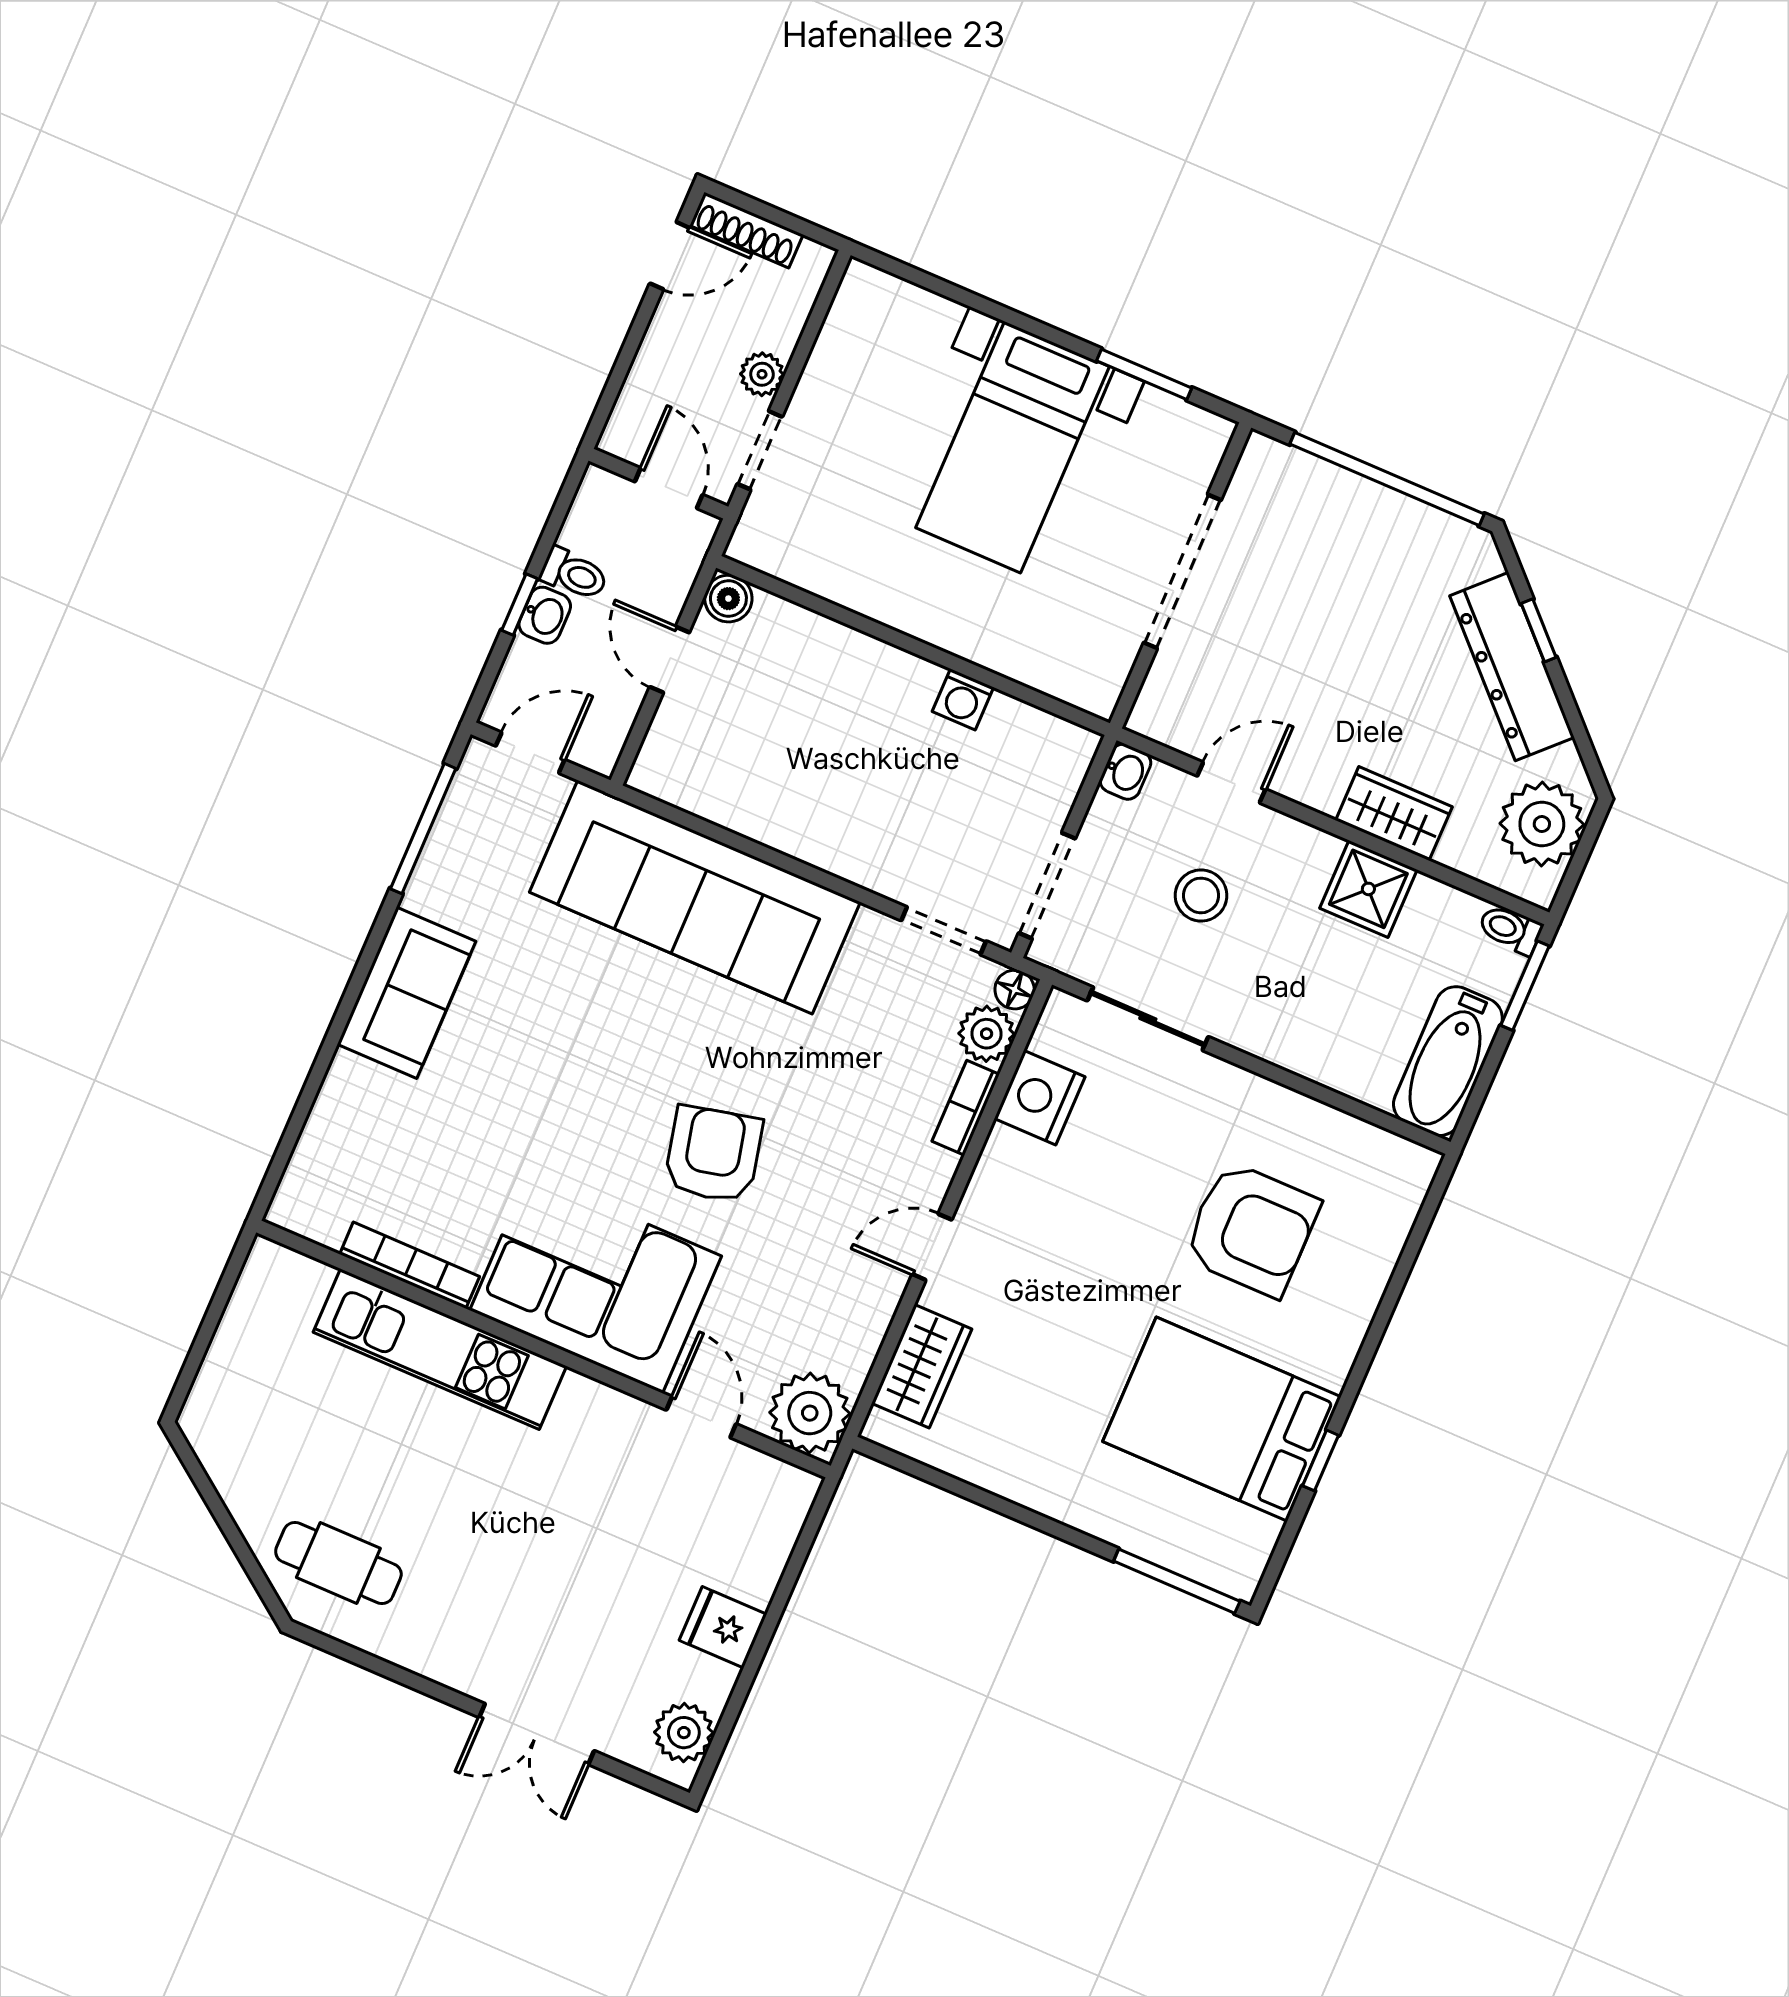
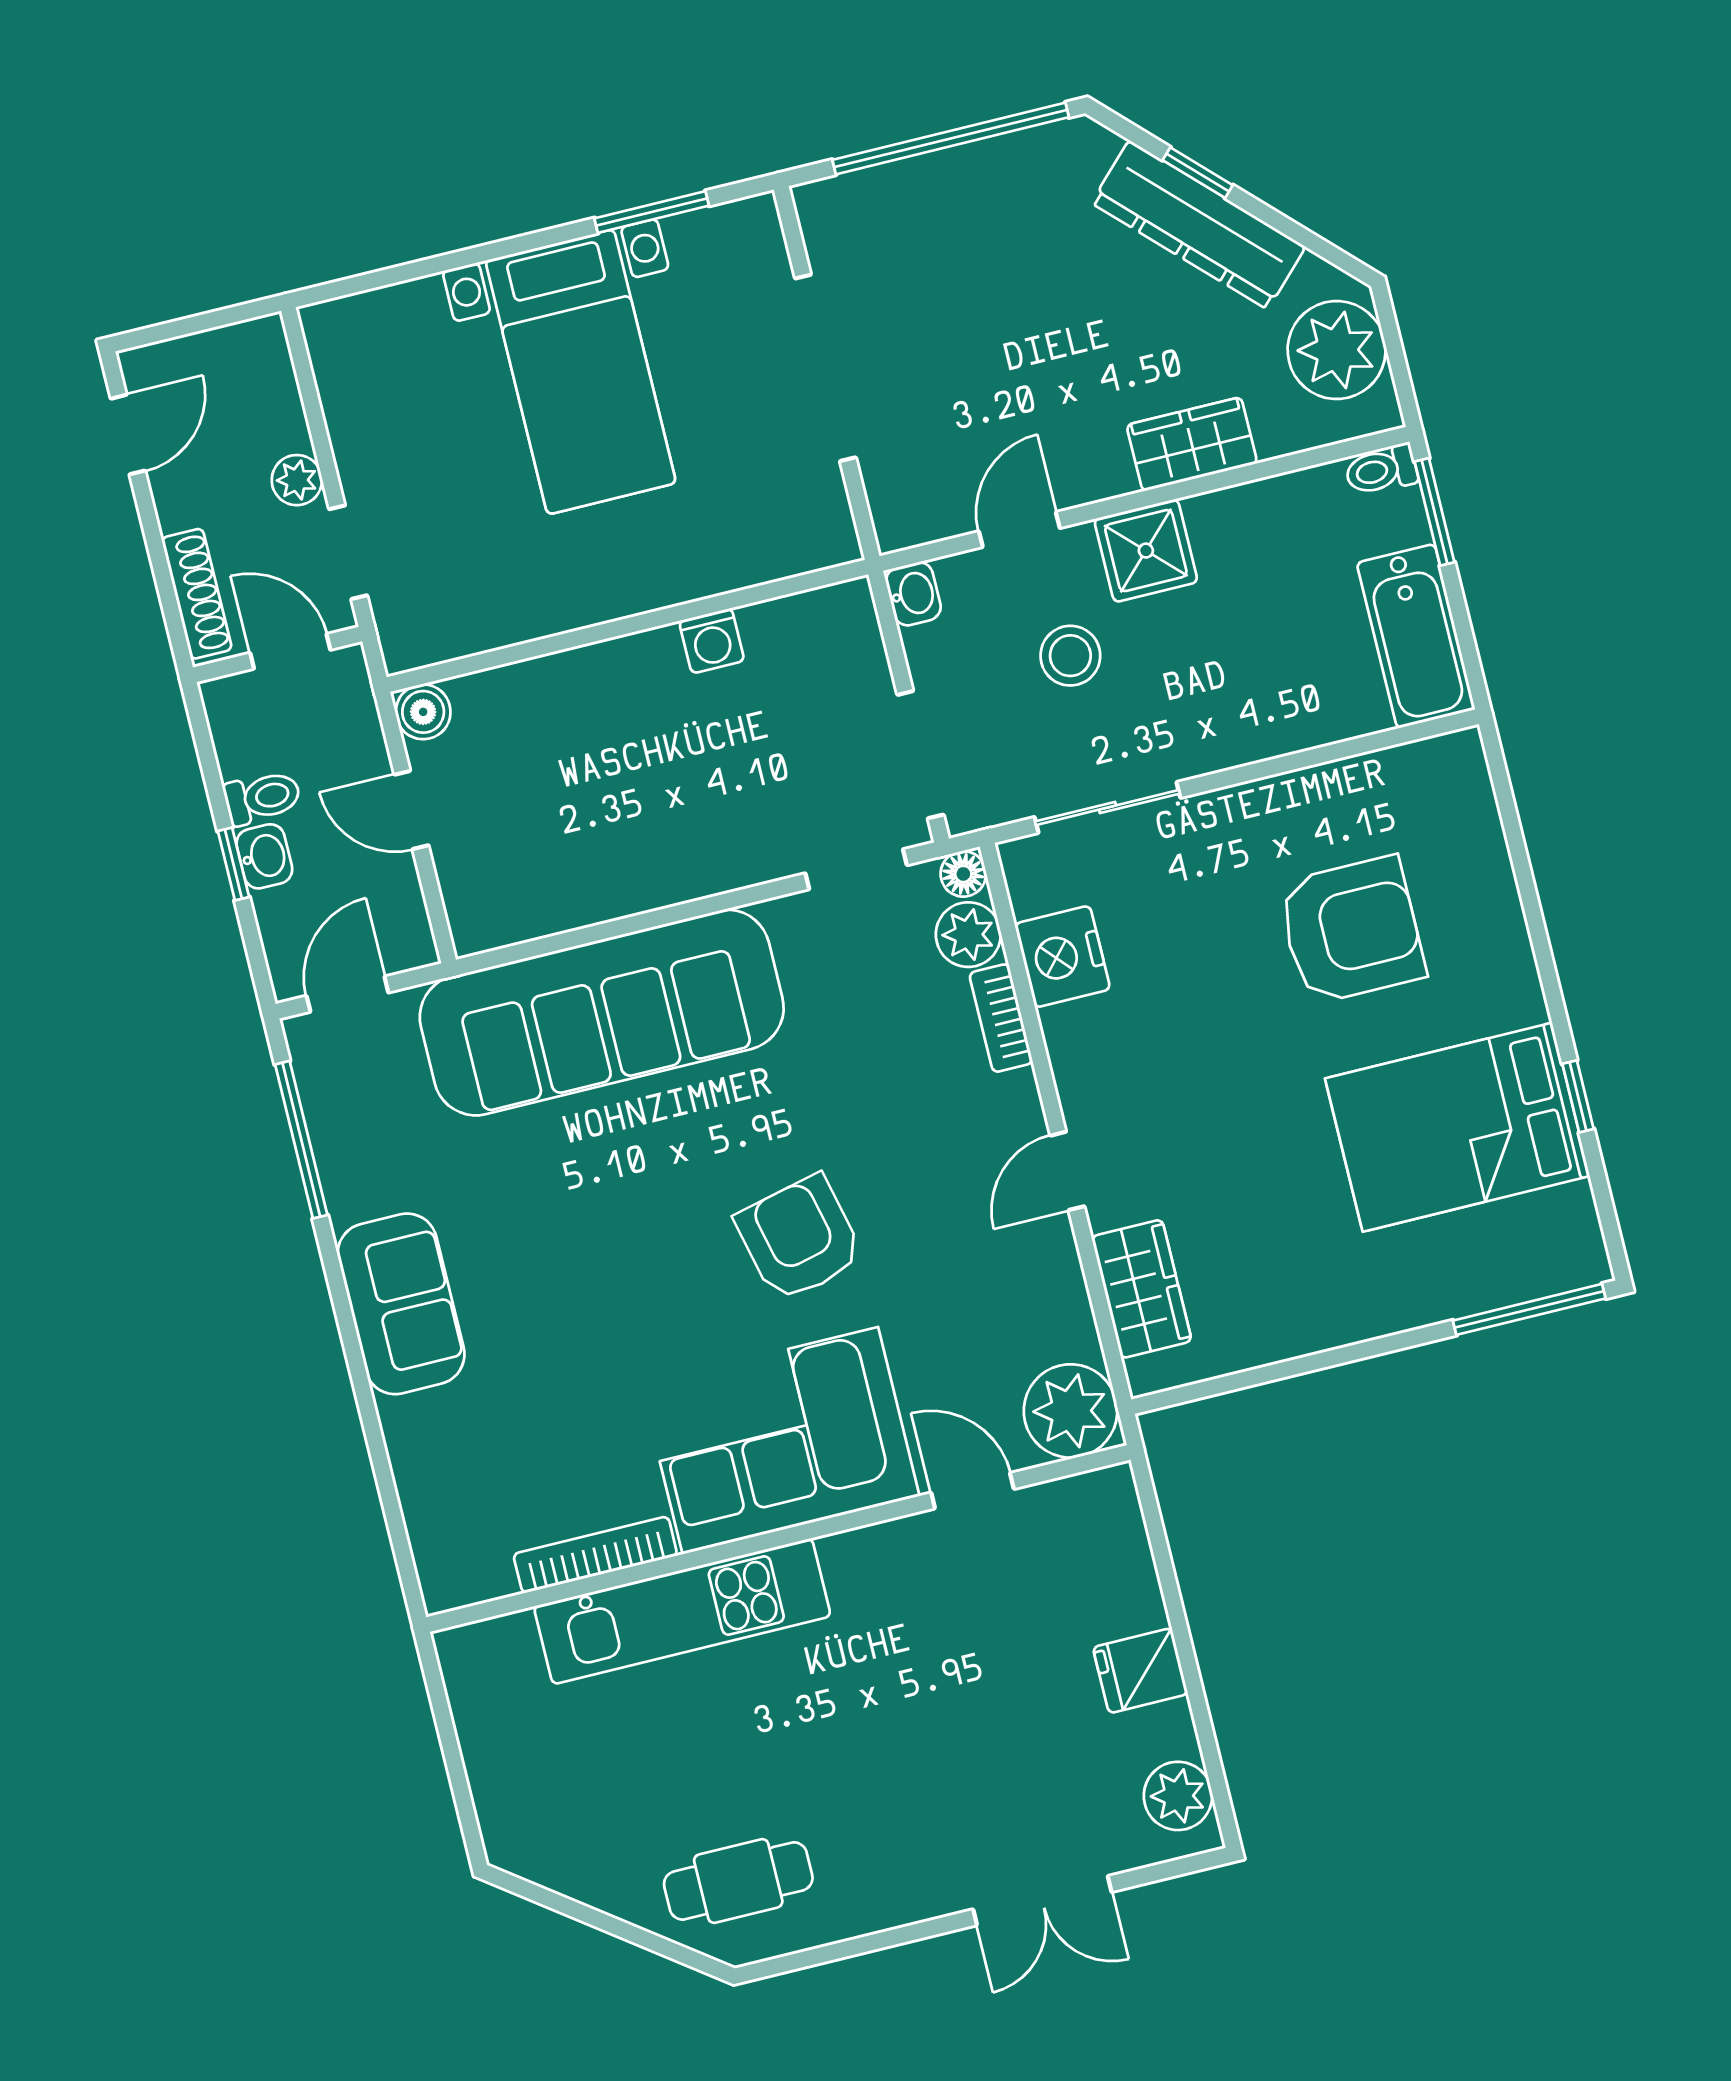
shoe rack: (746, 230) -> (197, 594), moved, turned -90
shower: (1368, 889) -> (1146, 551), moved

